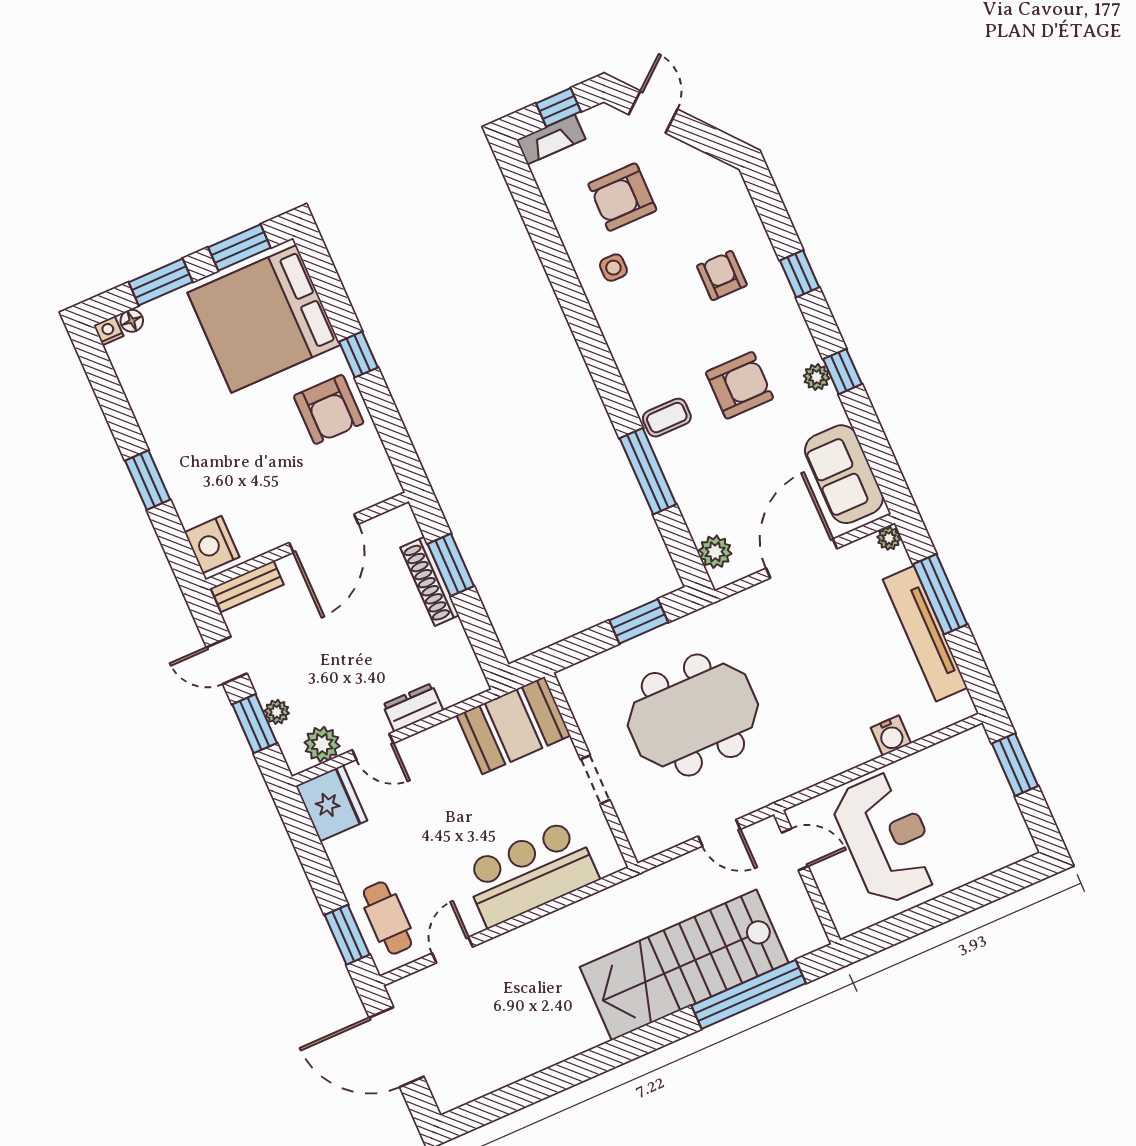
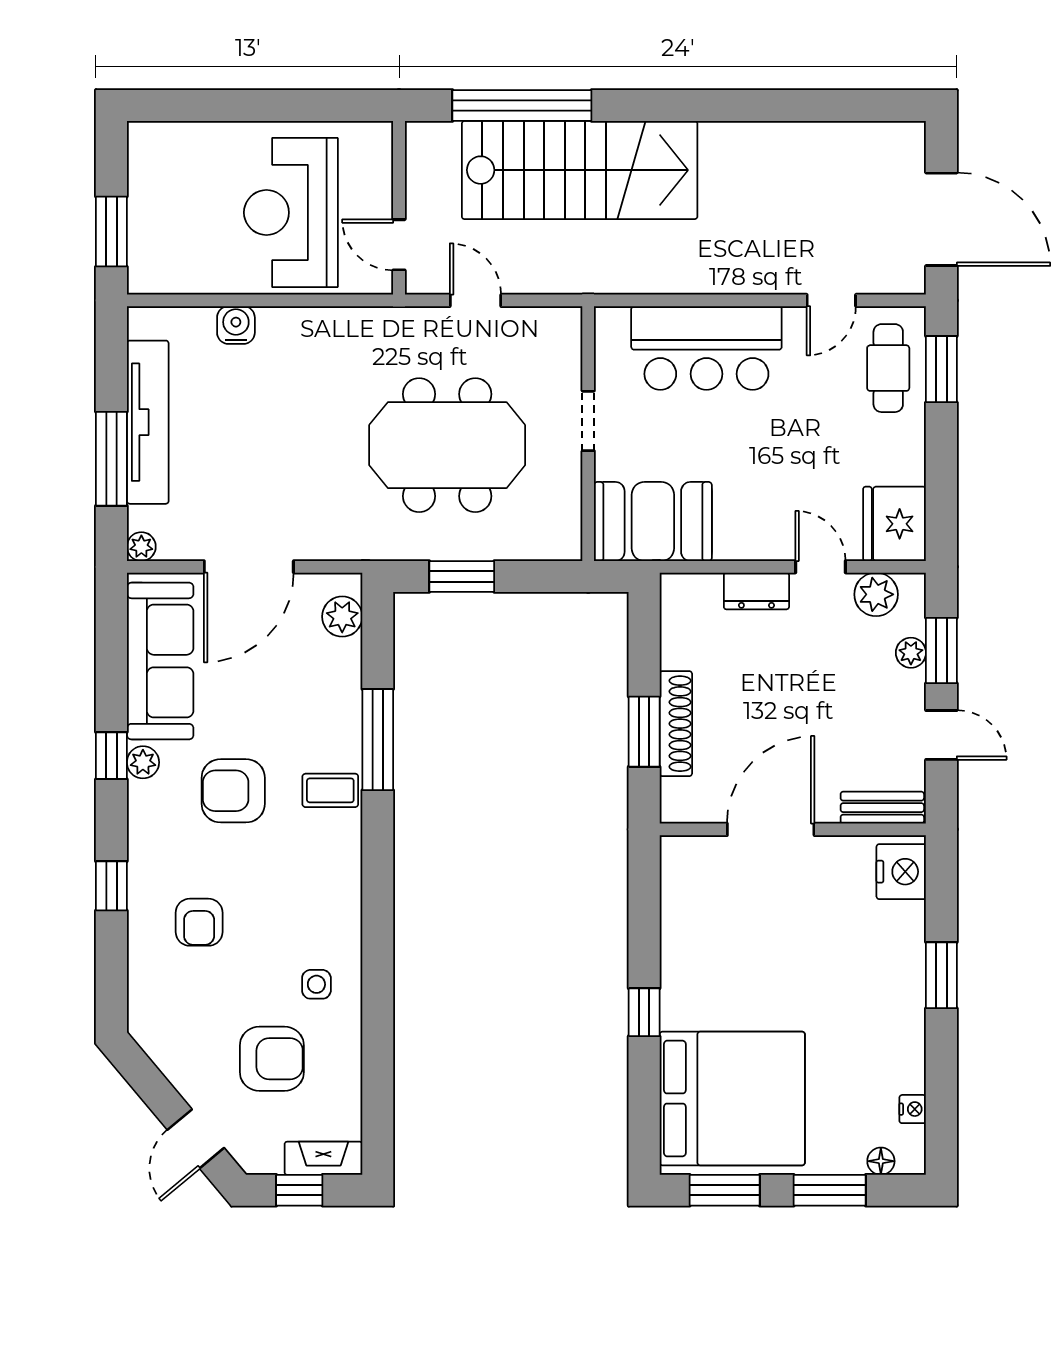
nightstand: (109, 331) -> (913, 1109), moved, turned -90
armchair: (329, 409) -> (704, 965), removed
sofa: (844, 474) -> (160, 661), width x1.36

